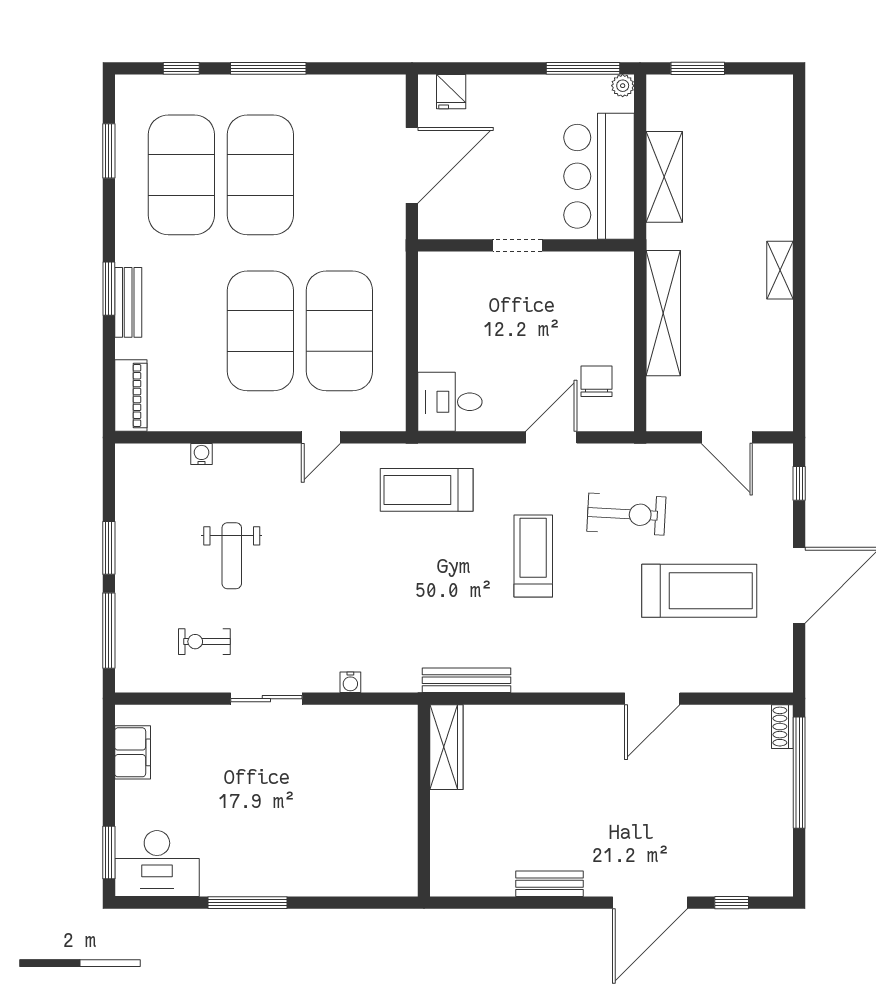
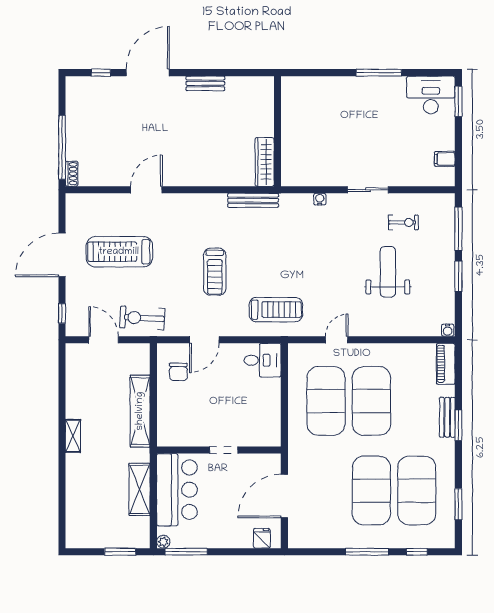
water cooler: (201, 454) -> (448, 330), moved
exercise bike: (626, 514) -> (142, 318), moved
weight bench: (232, 556) -> (388, 272), width x1.36, depth x1.33
filing cabinet: (133, 752) -> (445, 159), width x0.50

